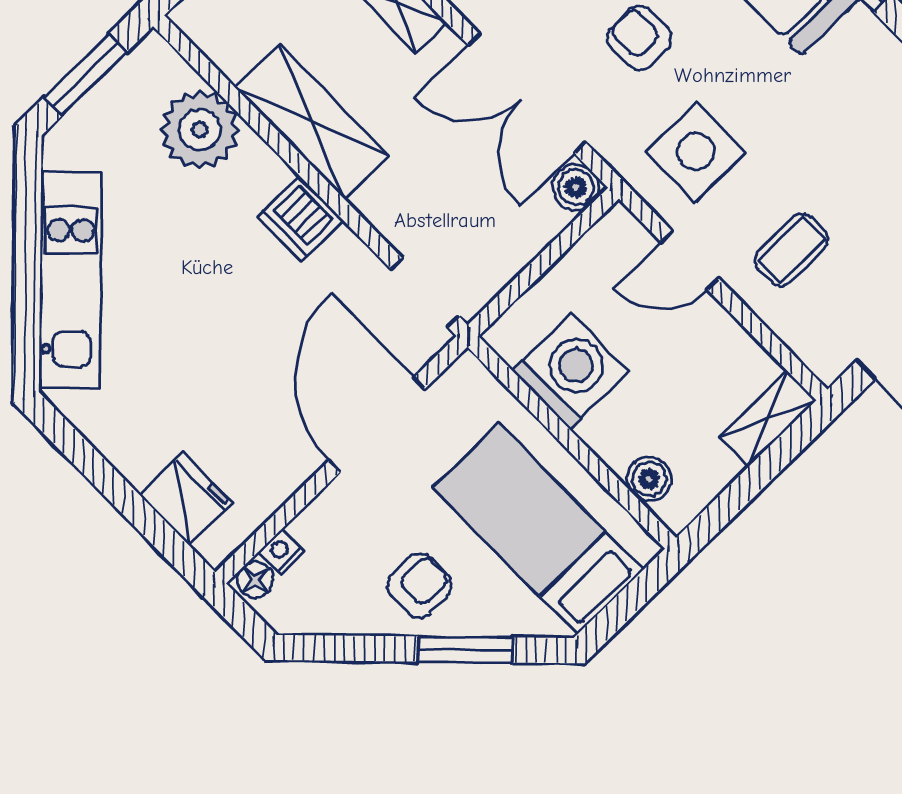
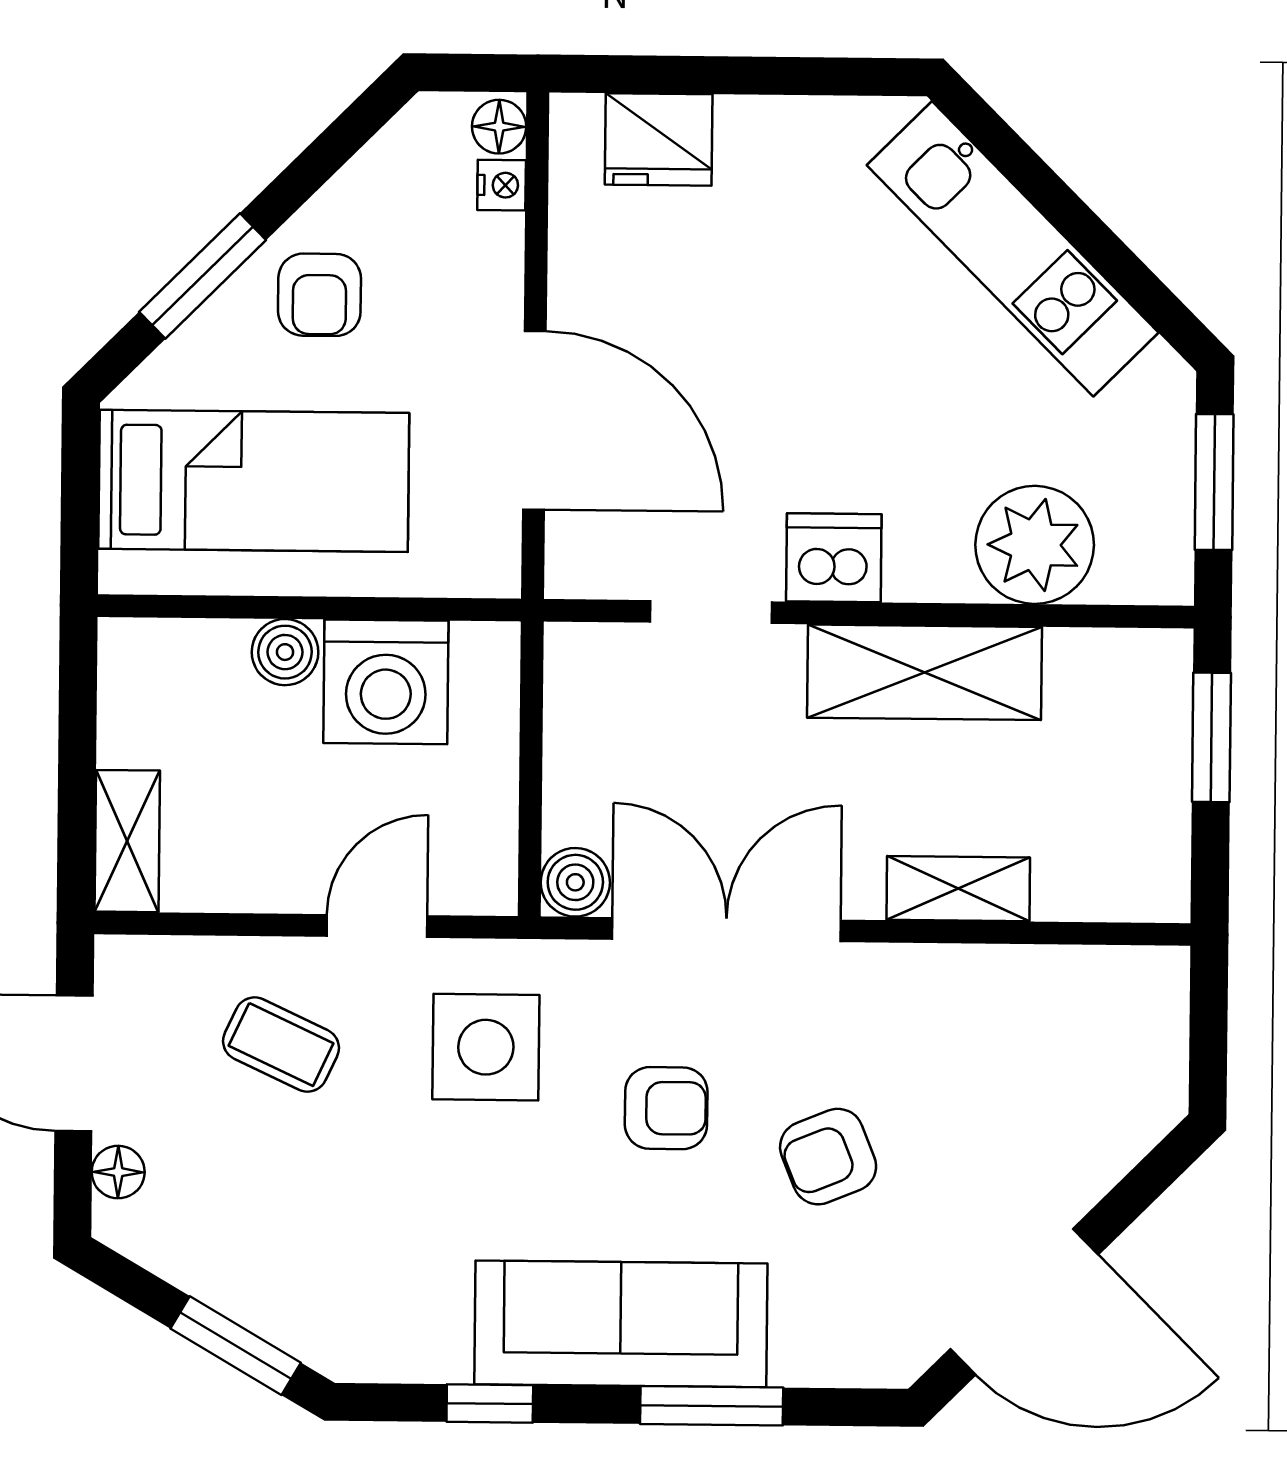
coffee table: (791, 250) -> (281, 1045), turned -65
doorway: (425, 292) -> (711, 612), moved
boiler: (649, 479) -> (285, 652), moved

